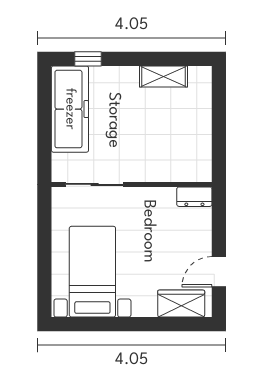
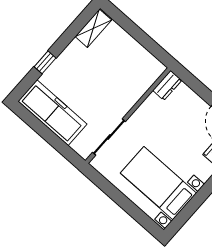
window: (88, 59) -> (45, 62), moved
shelving: (164, 76) -> (93, 28), moved

